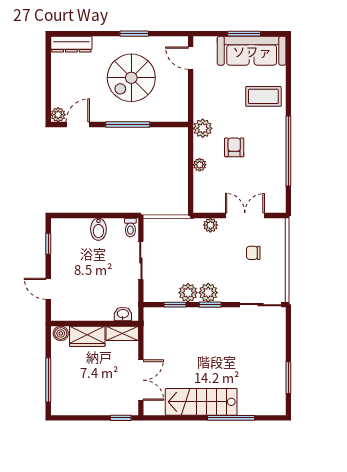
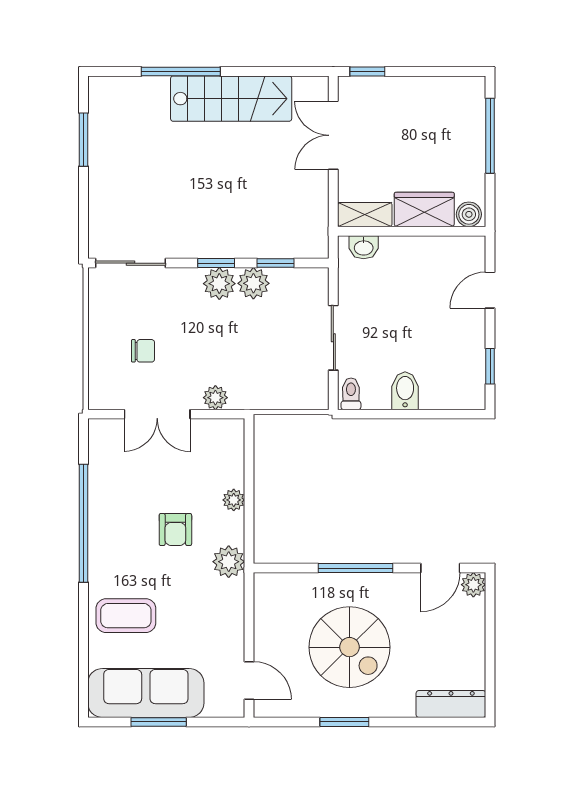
spiral stairs: (131, 78) -> (349, 647), turned 90
door: (48, 289) -> (490, 290), swing flipped

